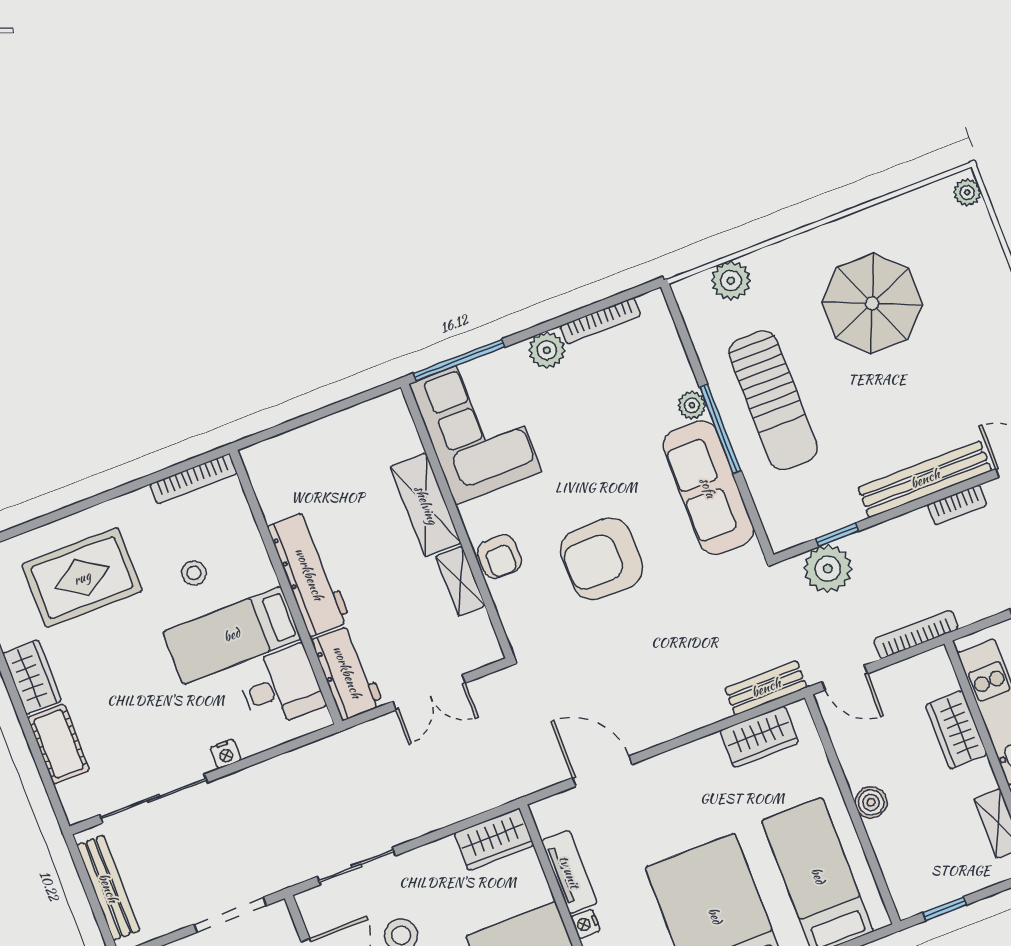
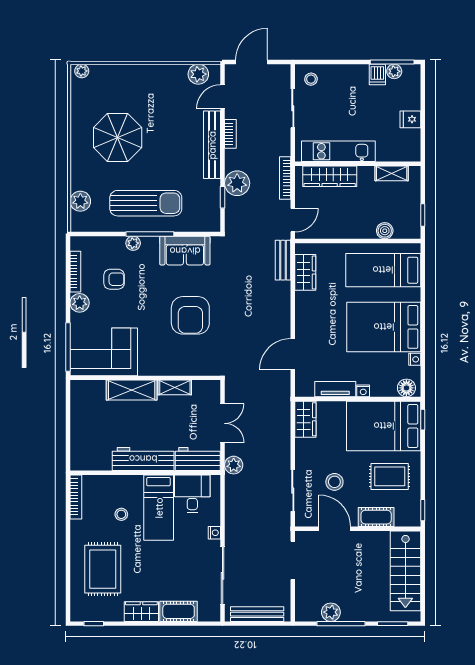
sofa: (708, 488) -> (185, 251), width x0.73
armchair: (499, 557) -> (114, 279), moved
plant: (828, 569) -> (237, 183), moved
wardrobe: (956, 730) -> (330, 176), width x1.50
plant: (361, 742) -> (234, 465), added
boiler: (871, 802) -> (385, 231), moved

